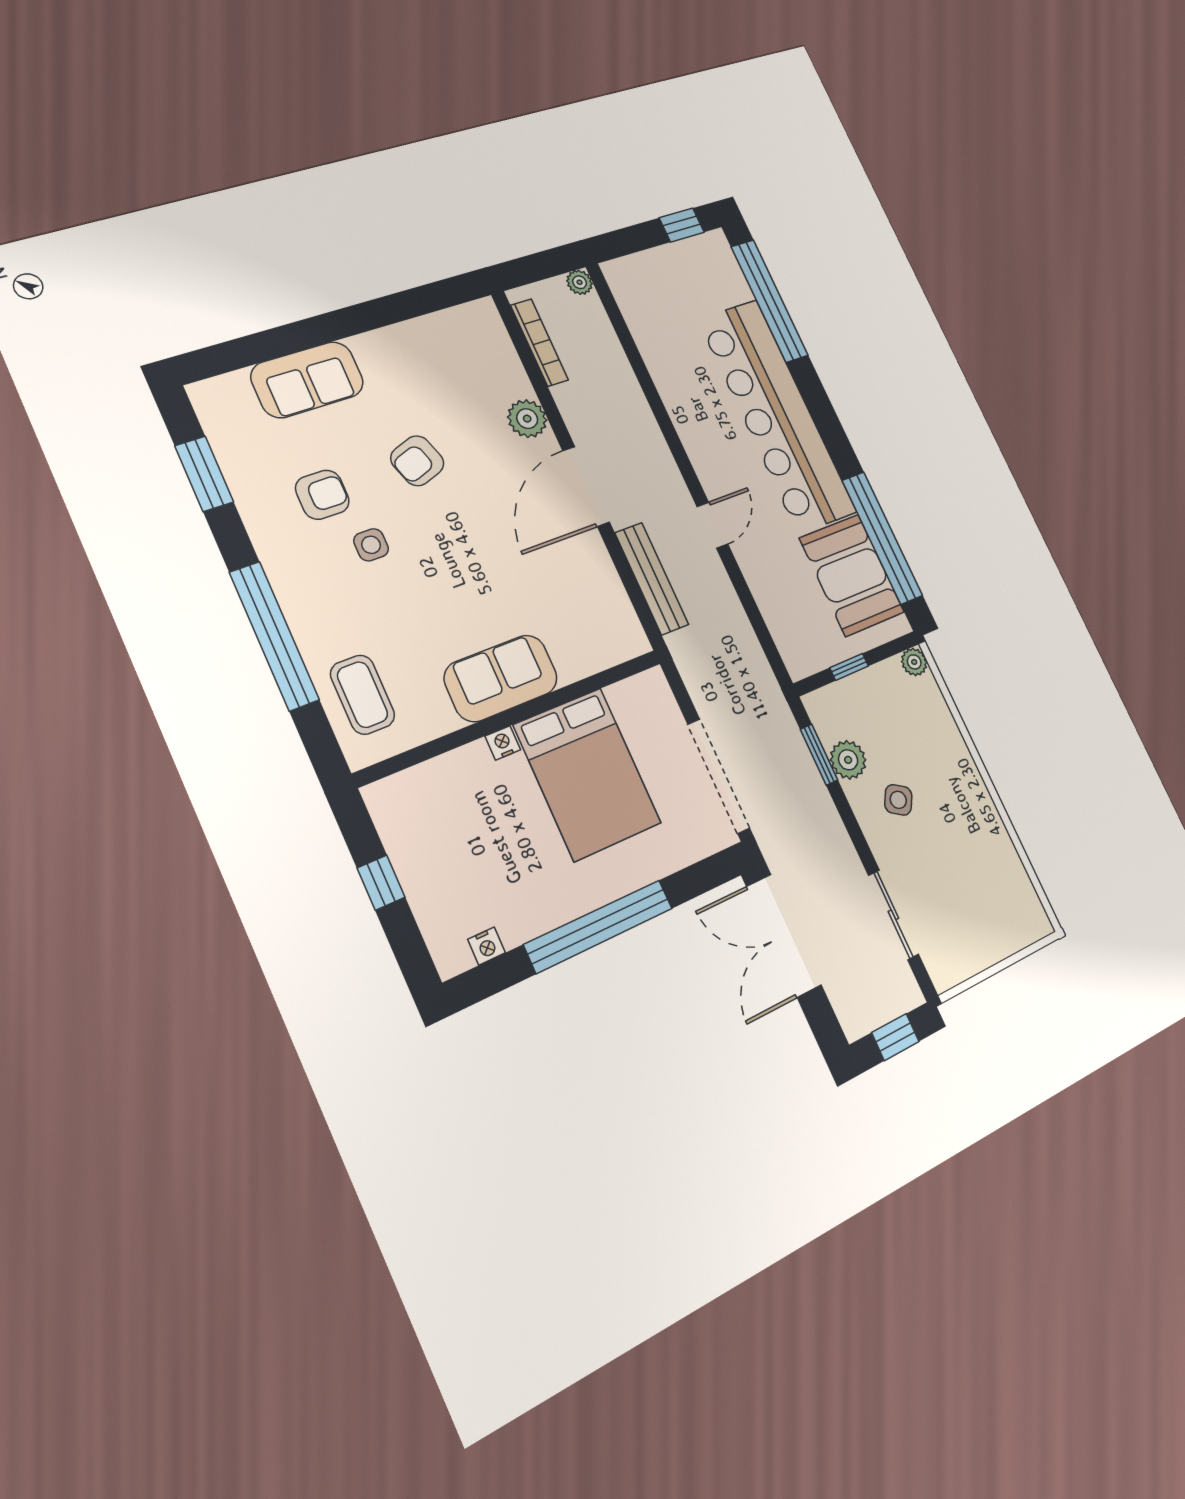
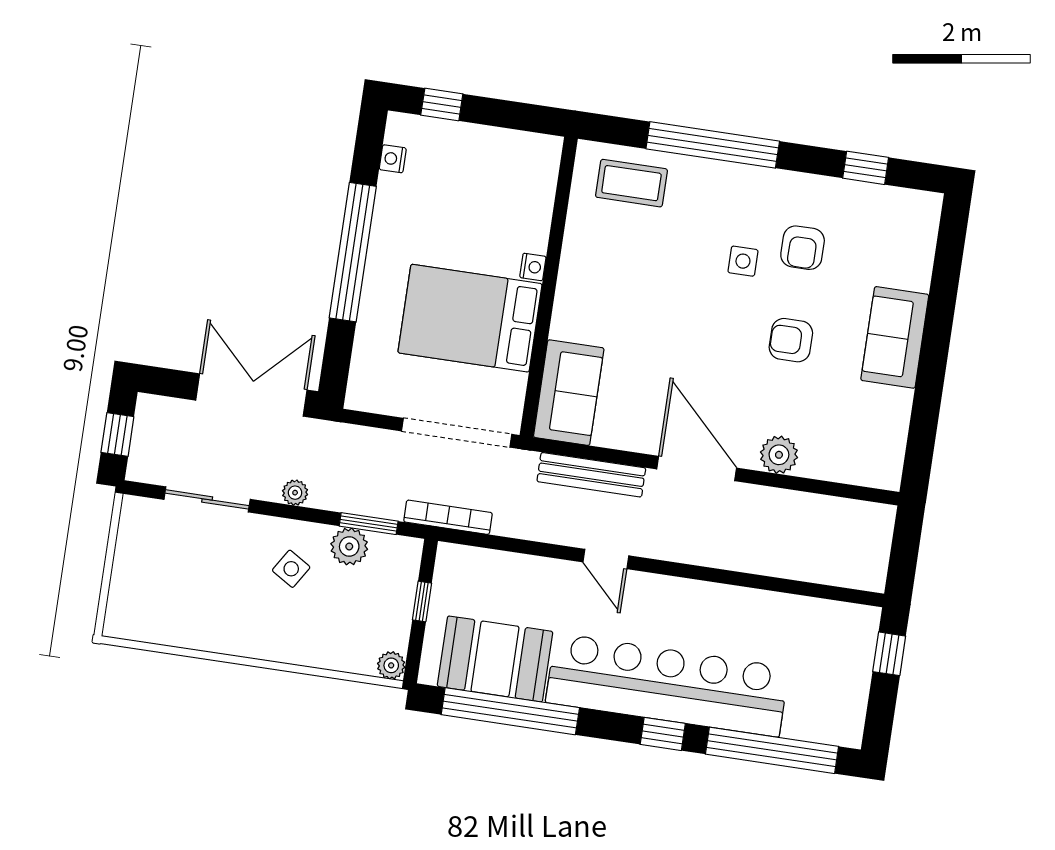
window: (682, 225) -> (889, 654), moved
plant: (580, 282) -> (295, 493), moved
bookcase: (539, 343) -> (448, 517), moved, turned 180
sofa: (307, 380) -> (895, 337), moved
window: (816, 399) -> (663, 734), added
armchair: (417, 461) -> (791, 340), turned -71
window: (204, 474) -> (866, 168), width x0.67
sofa: (501, 678) -> (569, 393), moved
doorway: (719, 776) -> (457, 433), moved
window: (381, 883) -> (442, 104), moved

